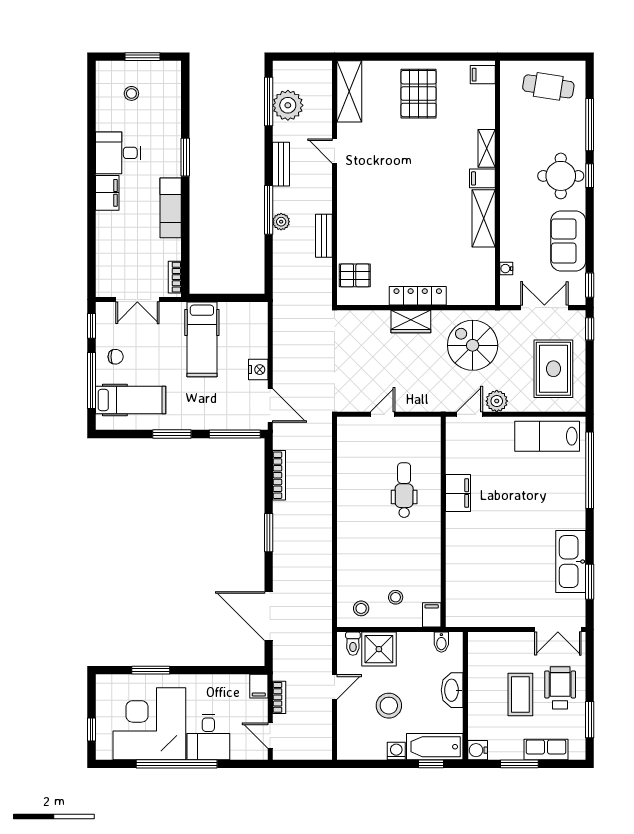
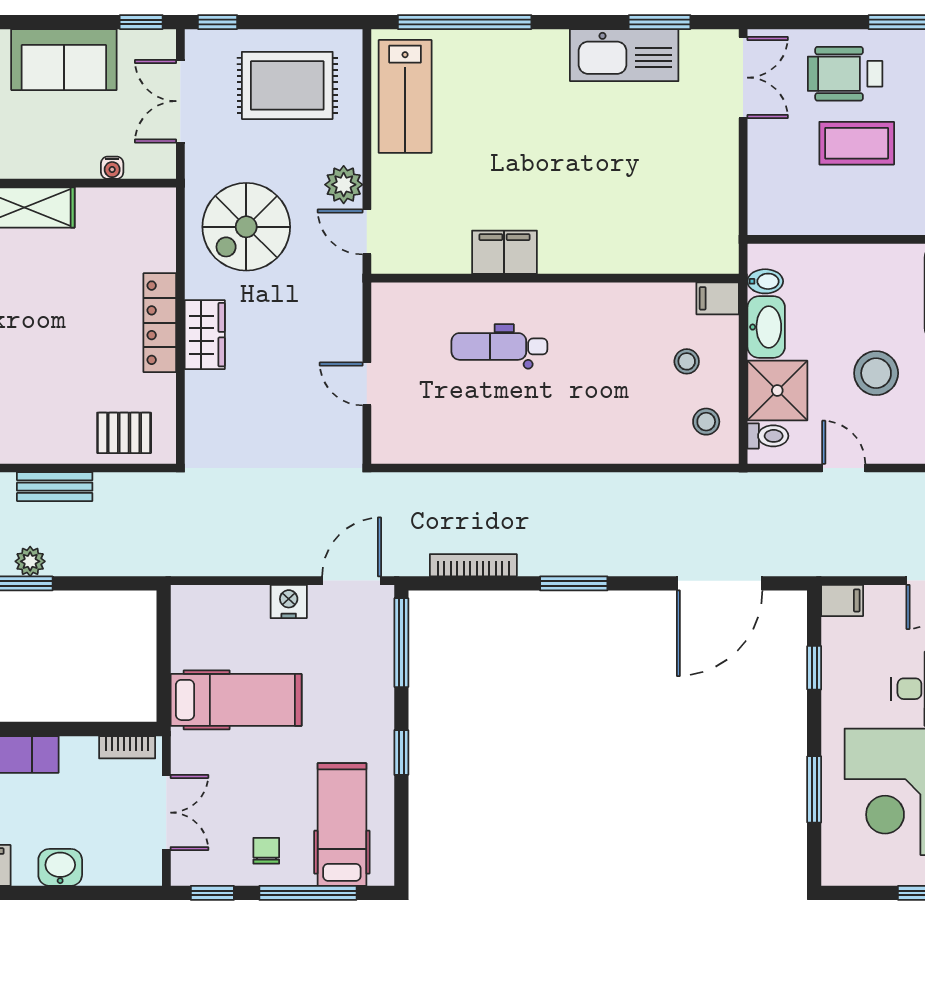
washbasin: (106, 239) -> (60, 867), added
pallet: (355, 275) -> (124, 433), turned 90
window: (172, 434) -> (401, 752), width x0.67
window: (220, 670) -> (814, 668), added
washbasin: (452, 690) -> (766, 327), moved, turned -90
bookcase: (279, 697) -> (862, 565), removed

